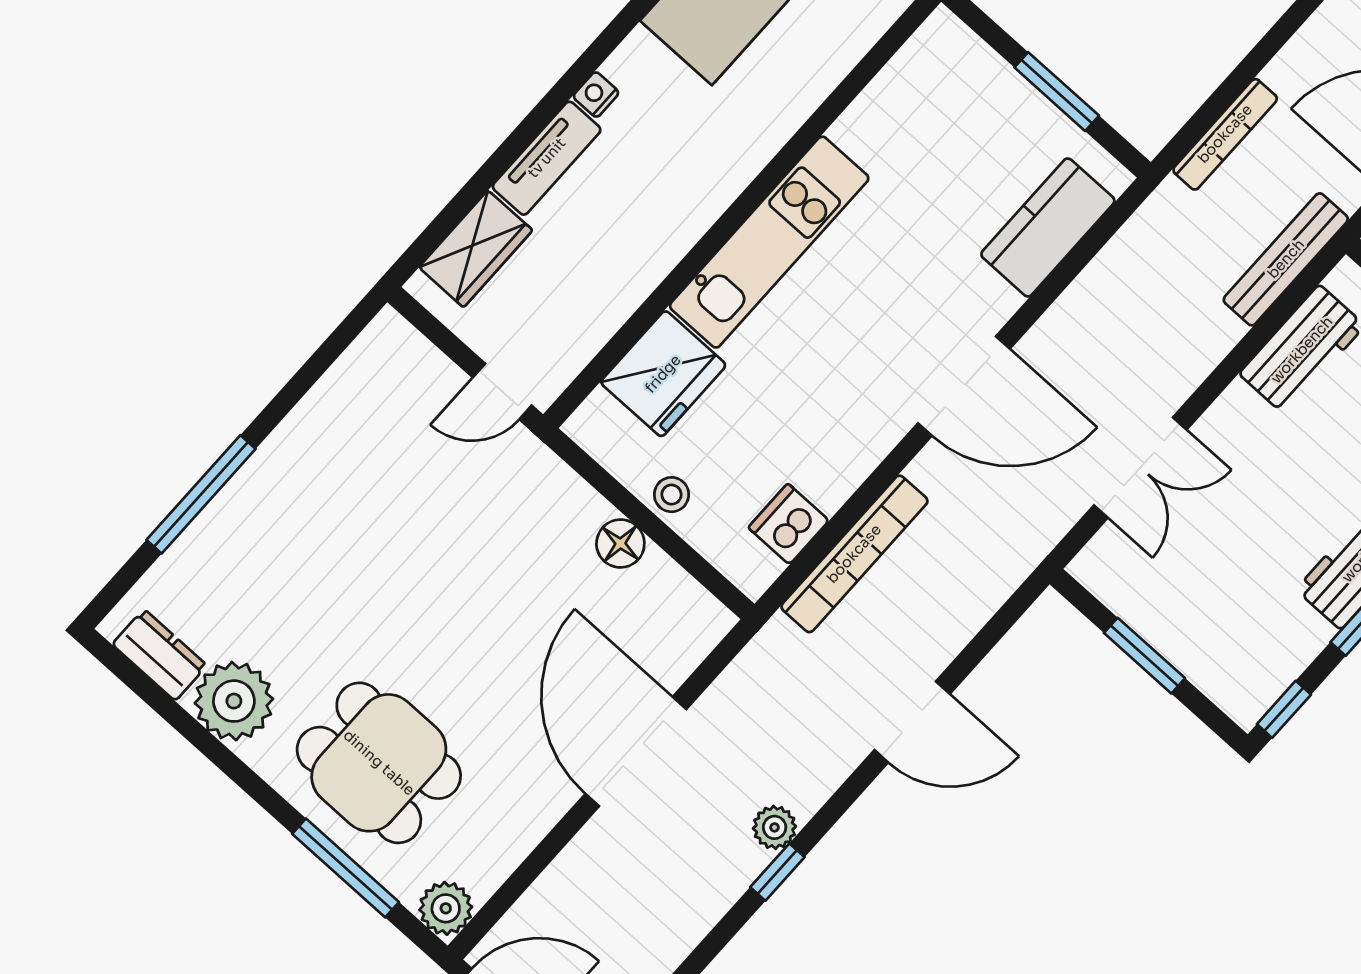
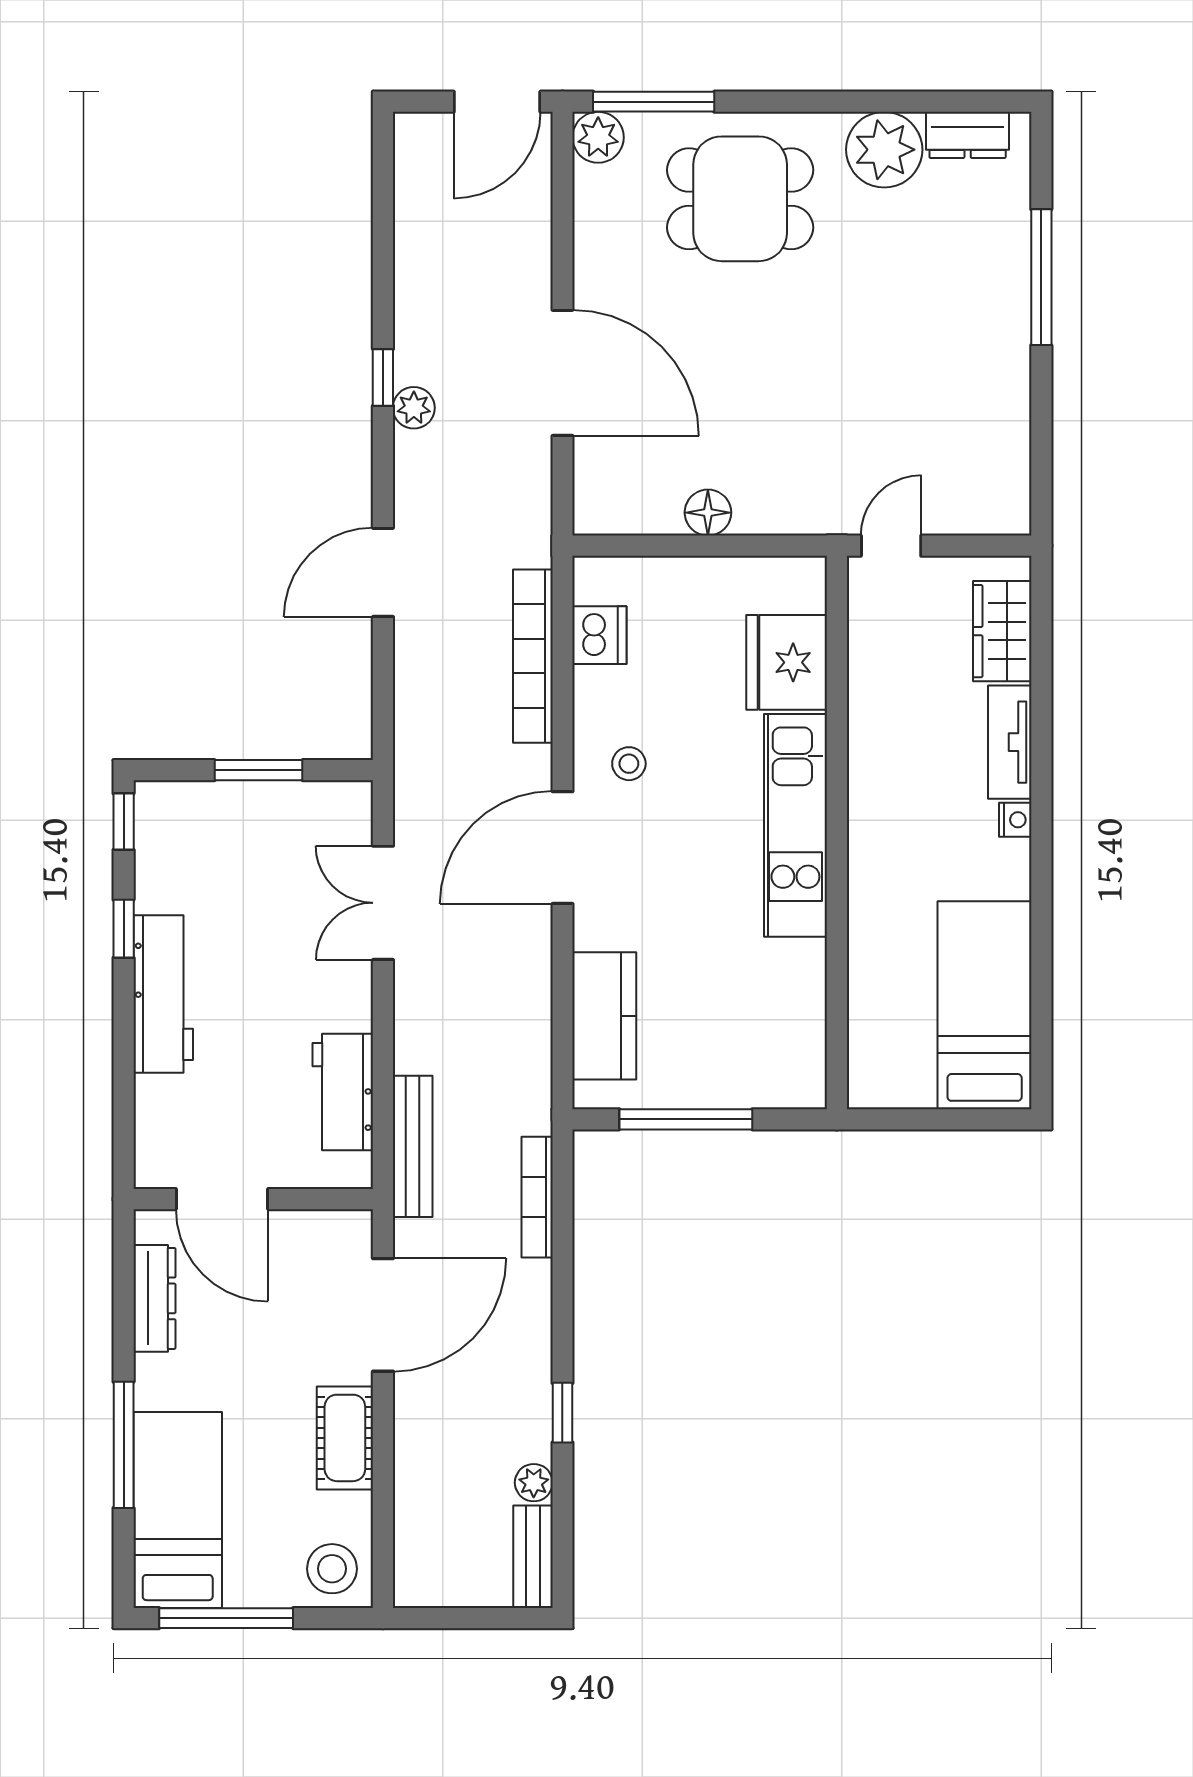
window: (1057, 92) -> (686, 1119), width x1.44
stool: (672, 495) -> (629, 764), moved
window: (346, 868) -> (654, 102), moved

